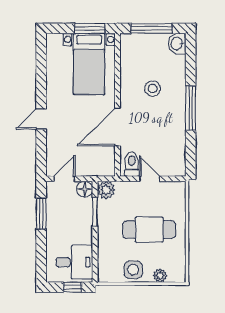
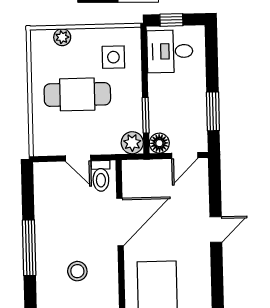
side table: (133, 270) -> (113, 57), moved

